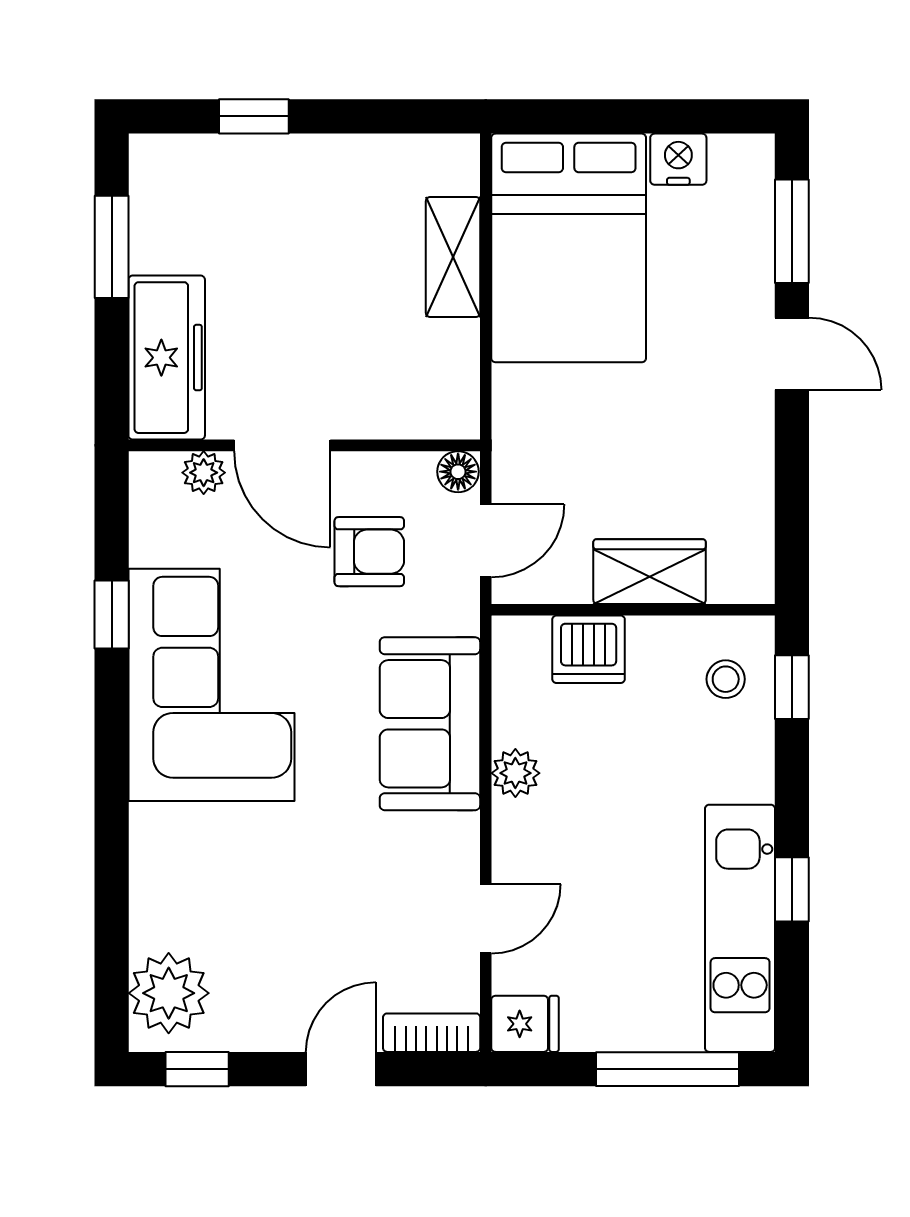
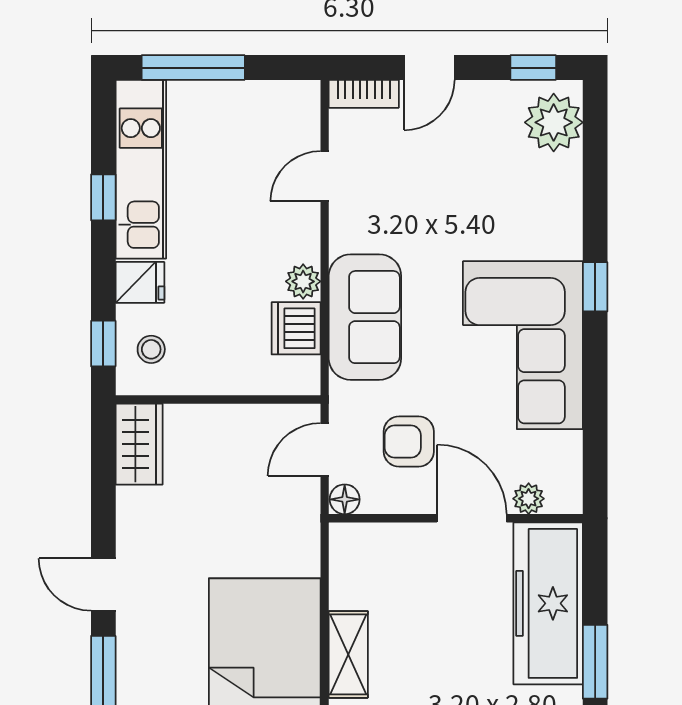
freezer: (167, 358) -> (548, 603), width x1.36, depth x1.26
wardrobe: (650, 572) -> (139, 444), moved, turned -90
window: (112, 614) -> (595, 287), moved
dishwasher: (589, 649) -> (296, 328), moved, turned -90
fridge: (525, 1024) -> (140, 282), moved, turned 180

